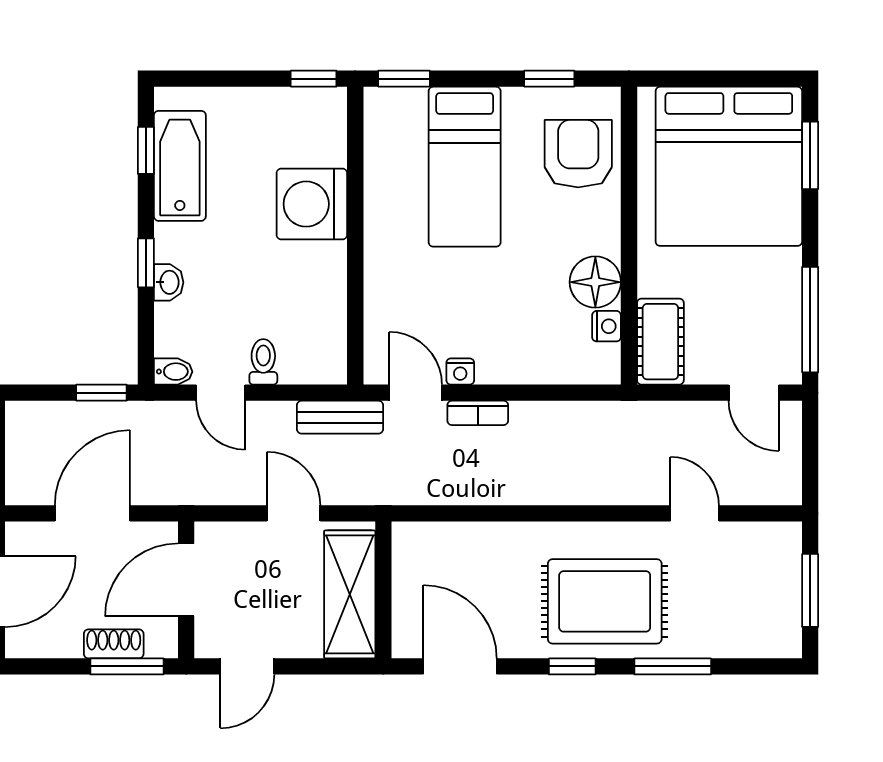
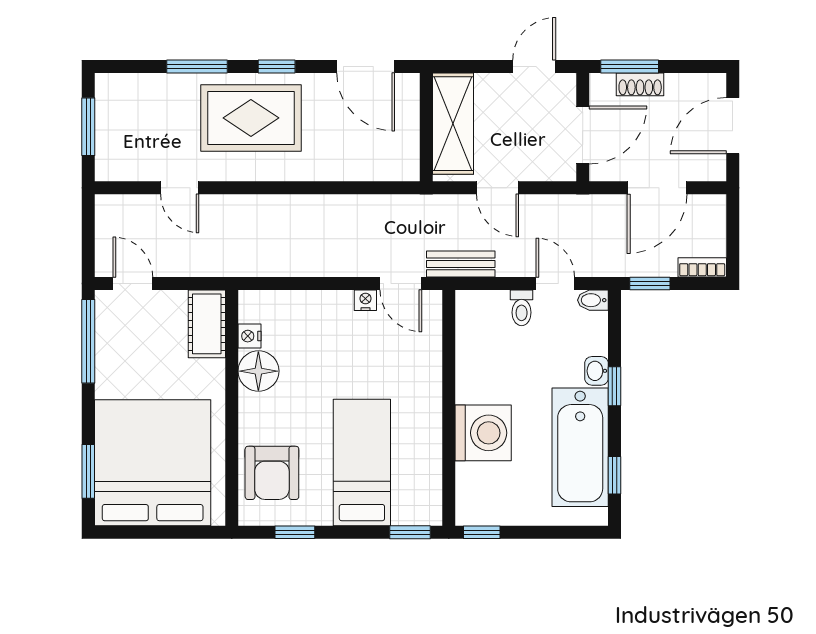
bathtub: (180, 166) -> (580, 447), width x1.36, depth x1.36
bookcase: (478, 413) -> (702, 267), moved

